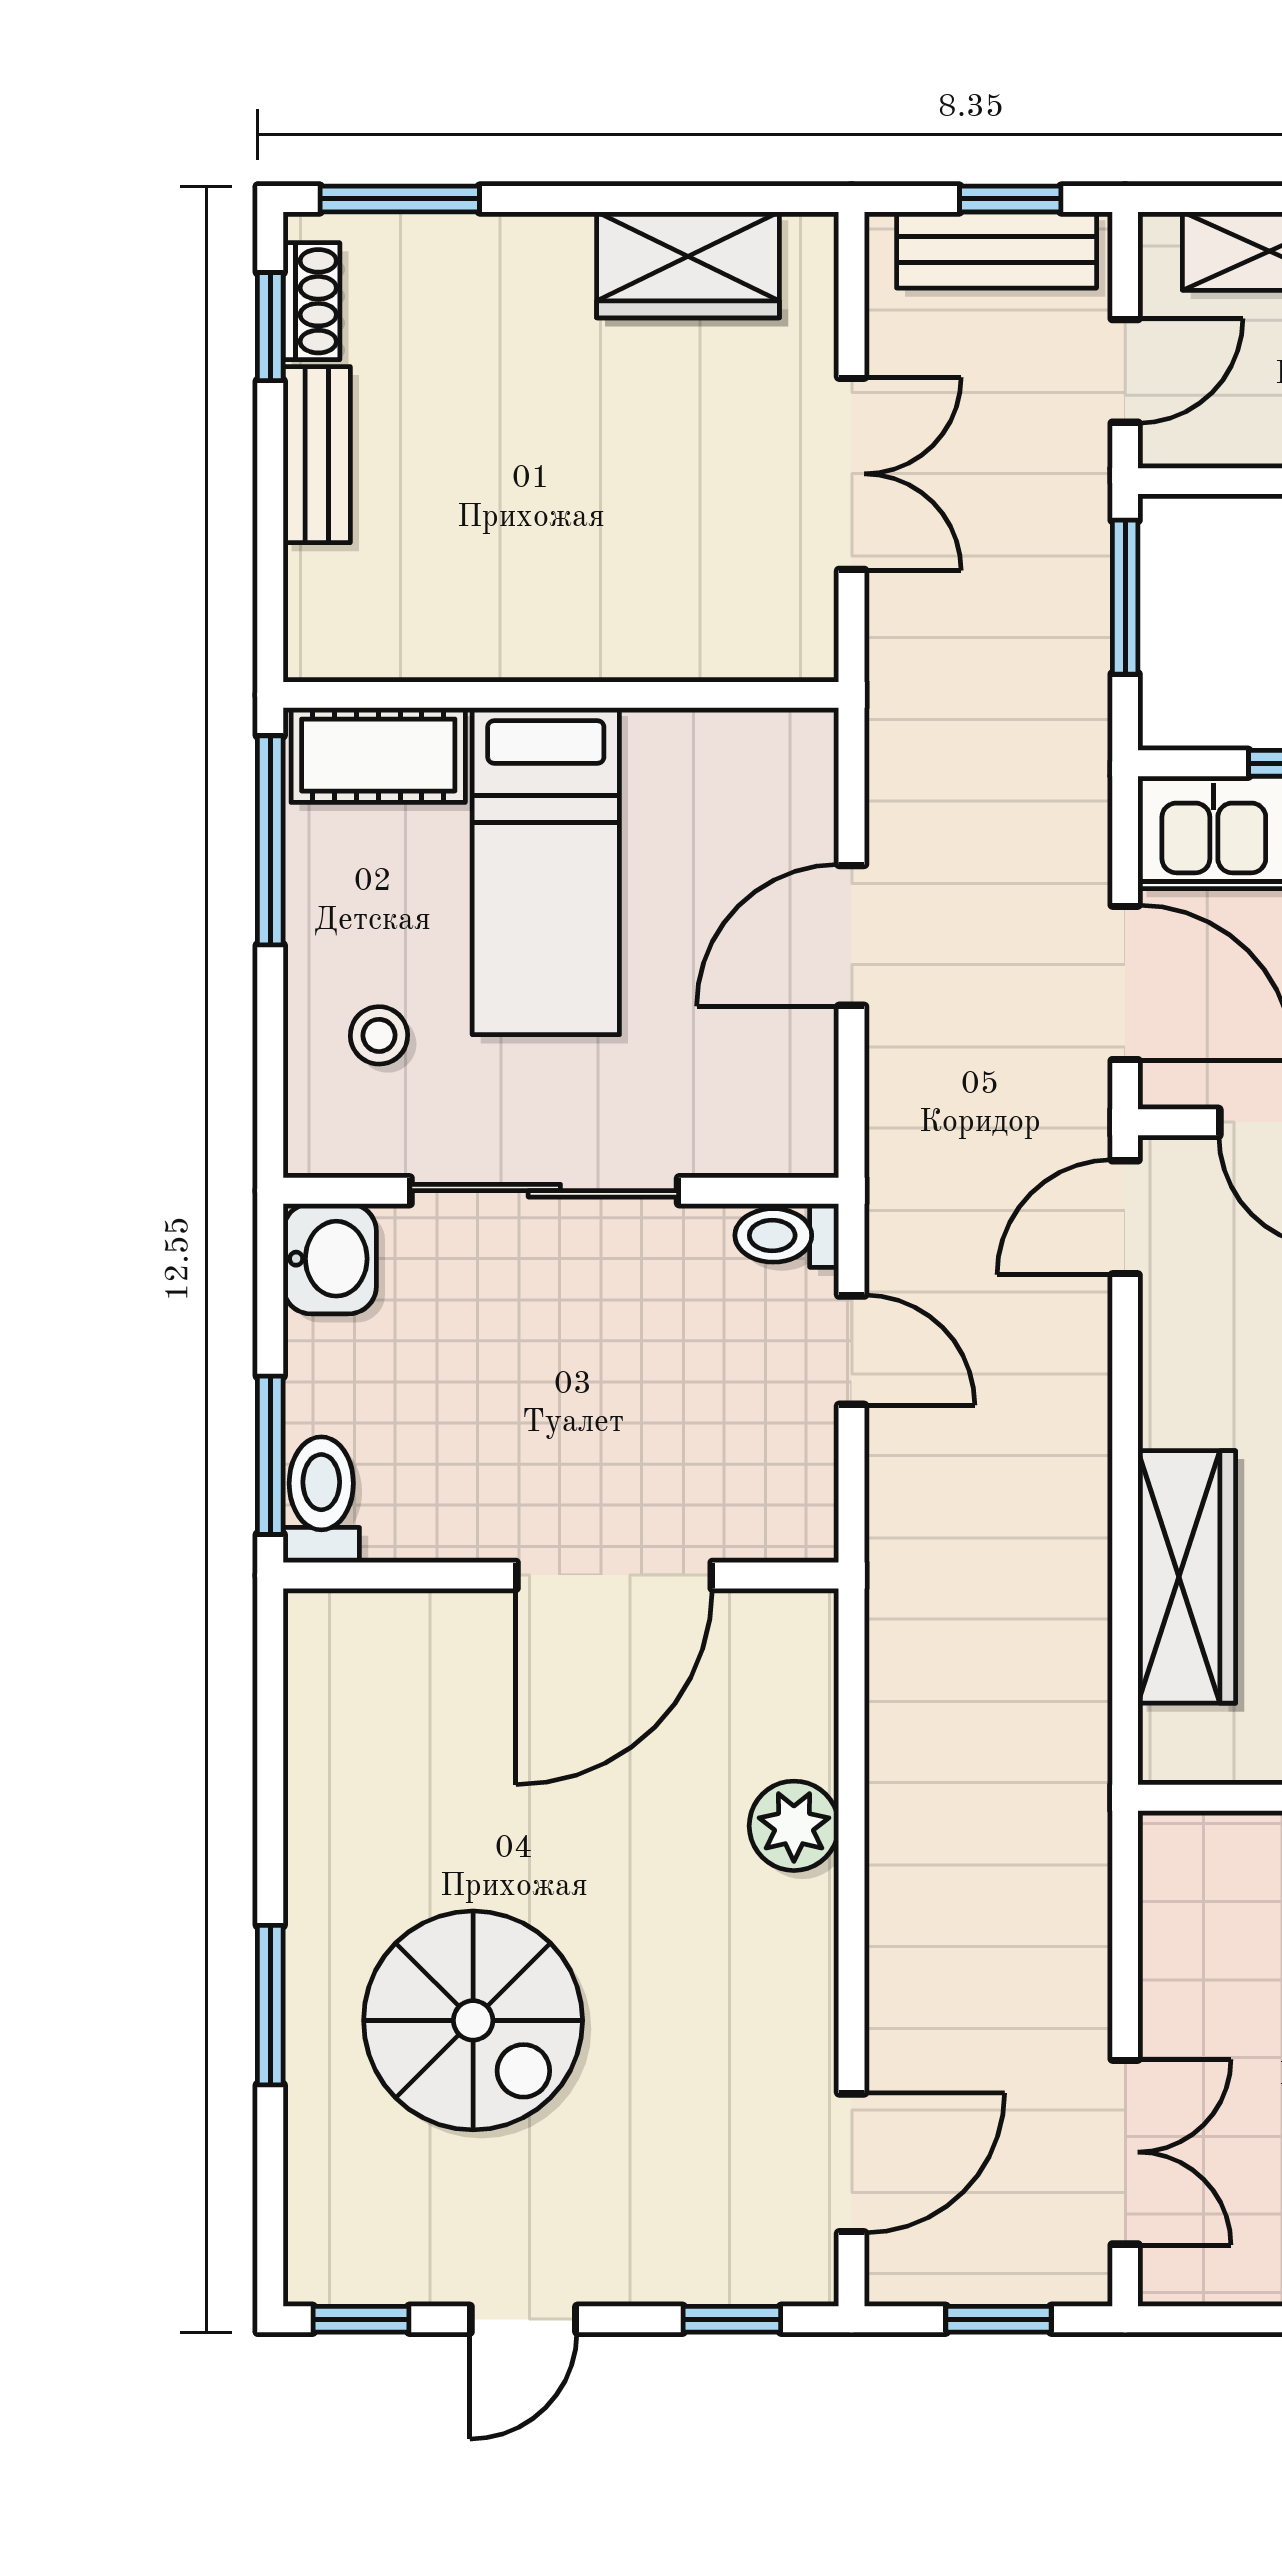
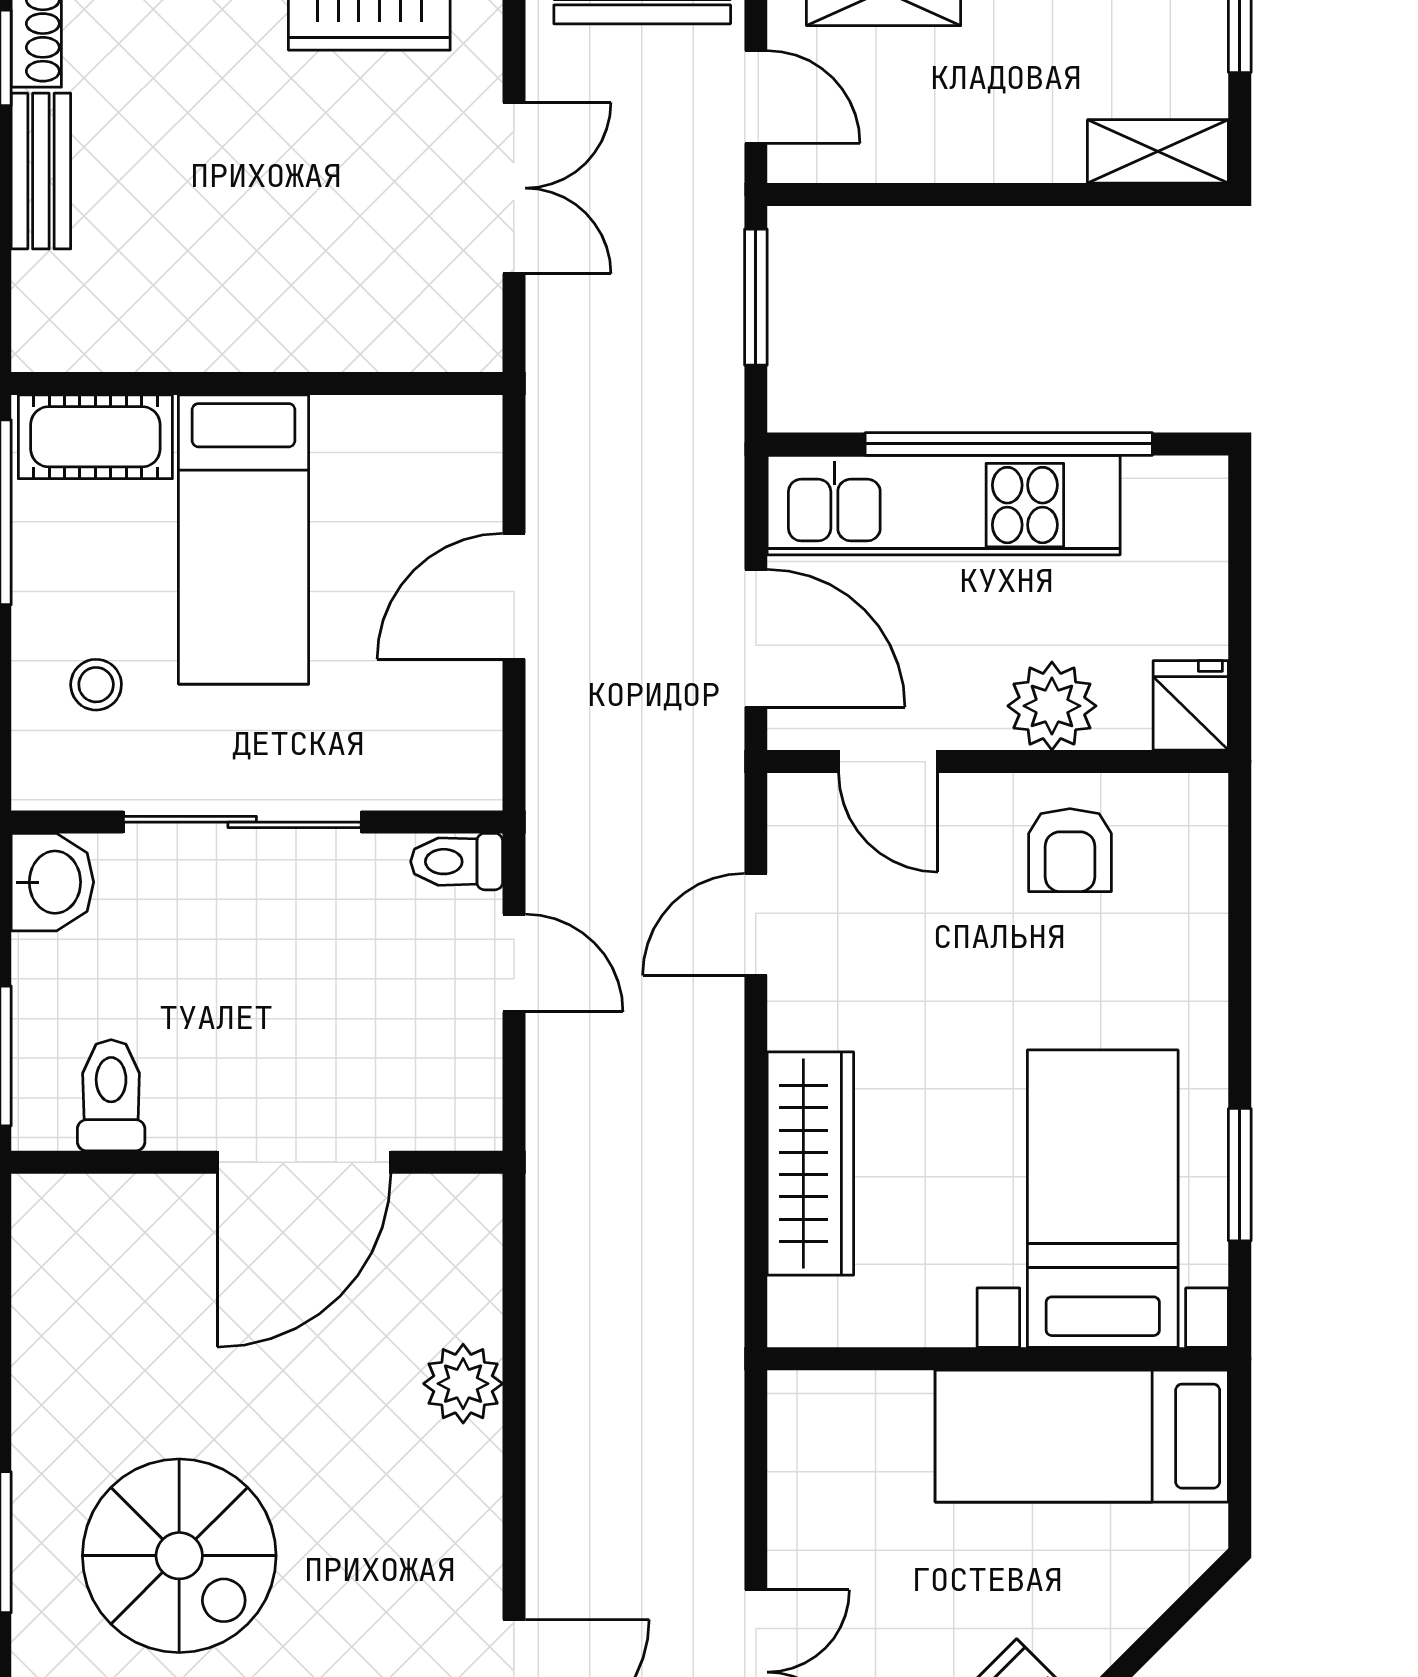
door: (1125, 371) -> (756, 97), hinge flipped
door: (1125, 1217) -> (756, 924), moved
toilet: (321, 1500) -> (111, 1095), moved

